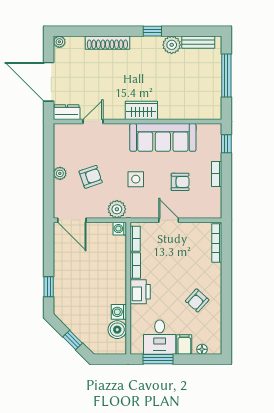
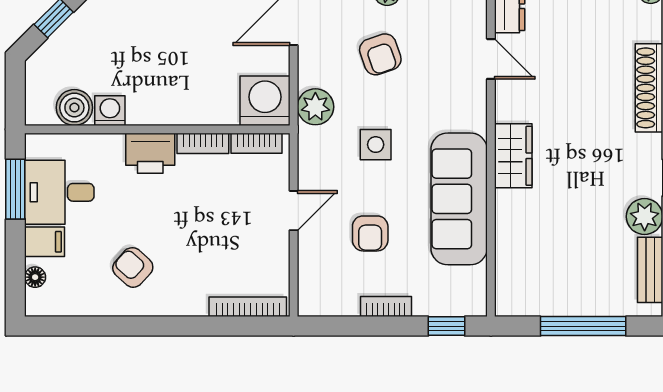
washing machine: (120, 229) -> (265, 101), width x1.89, depth x1.89

